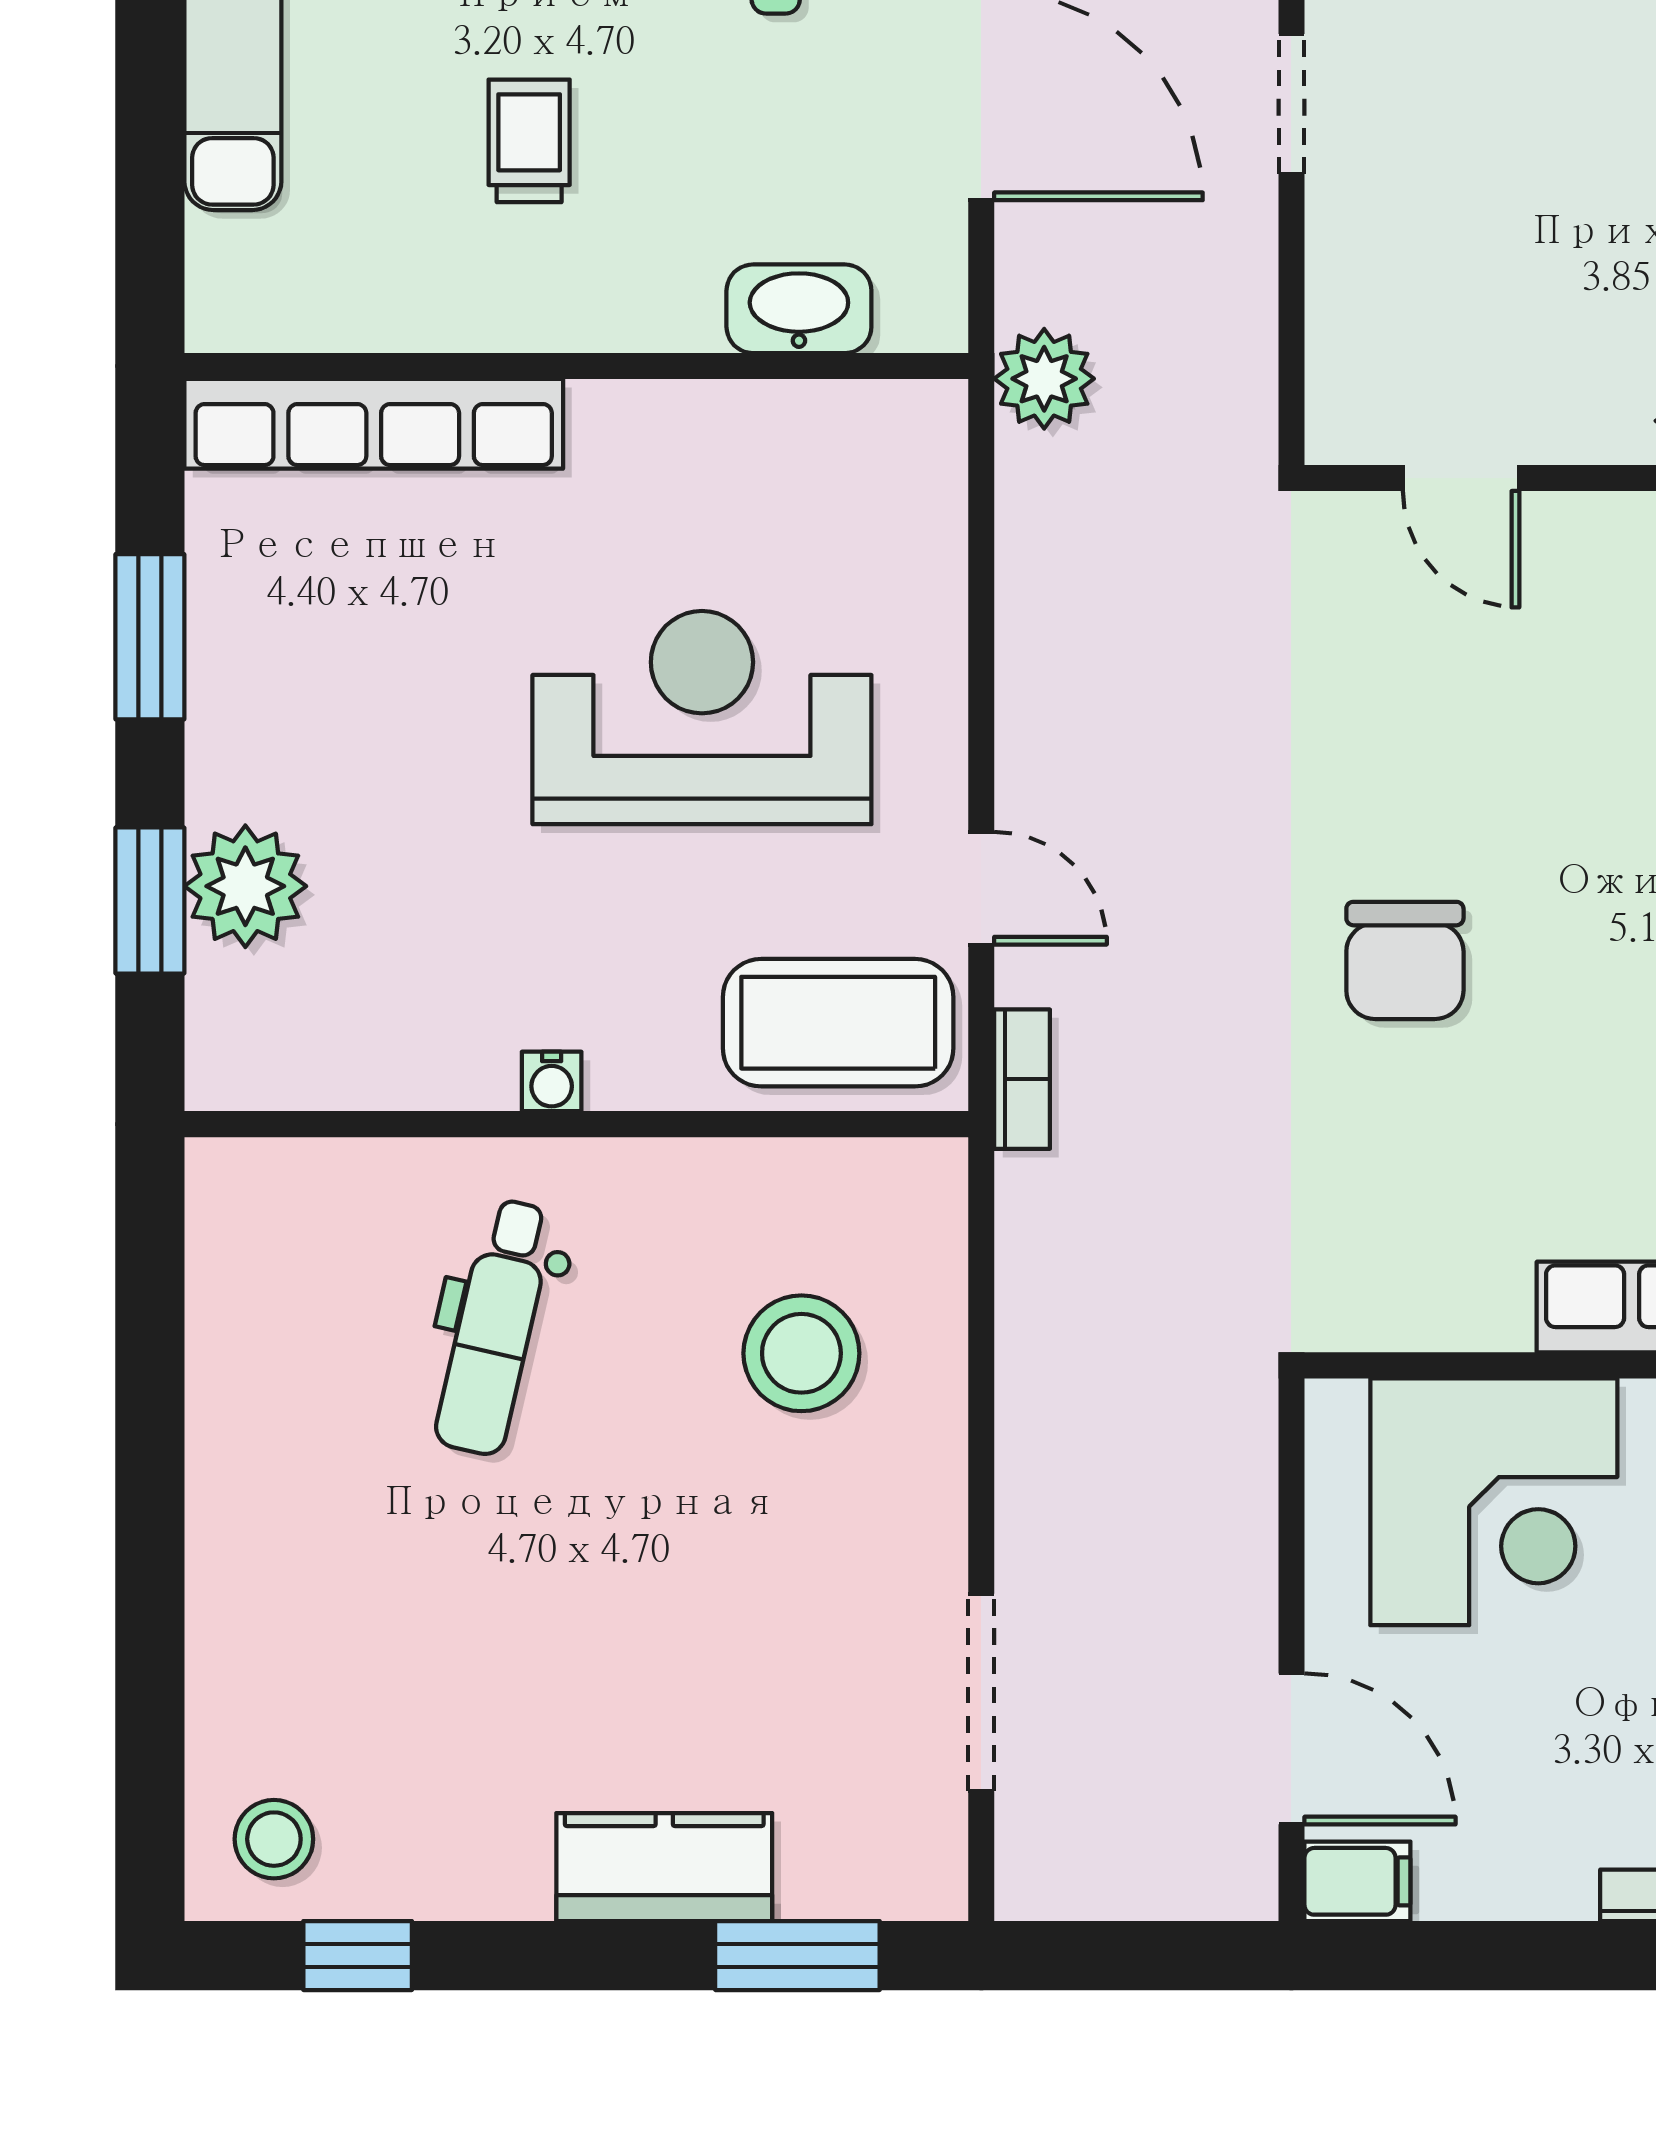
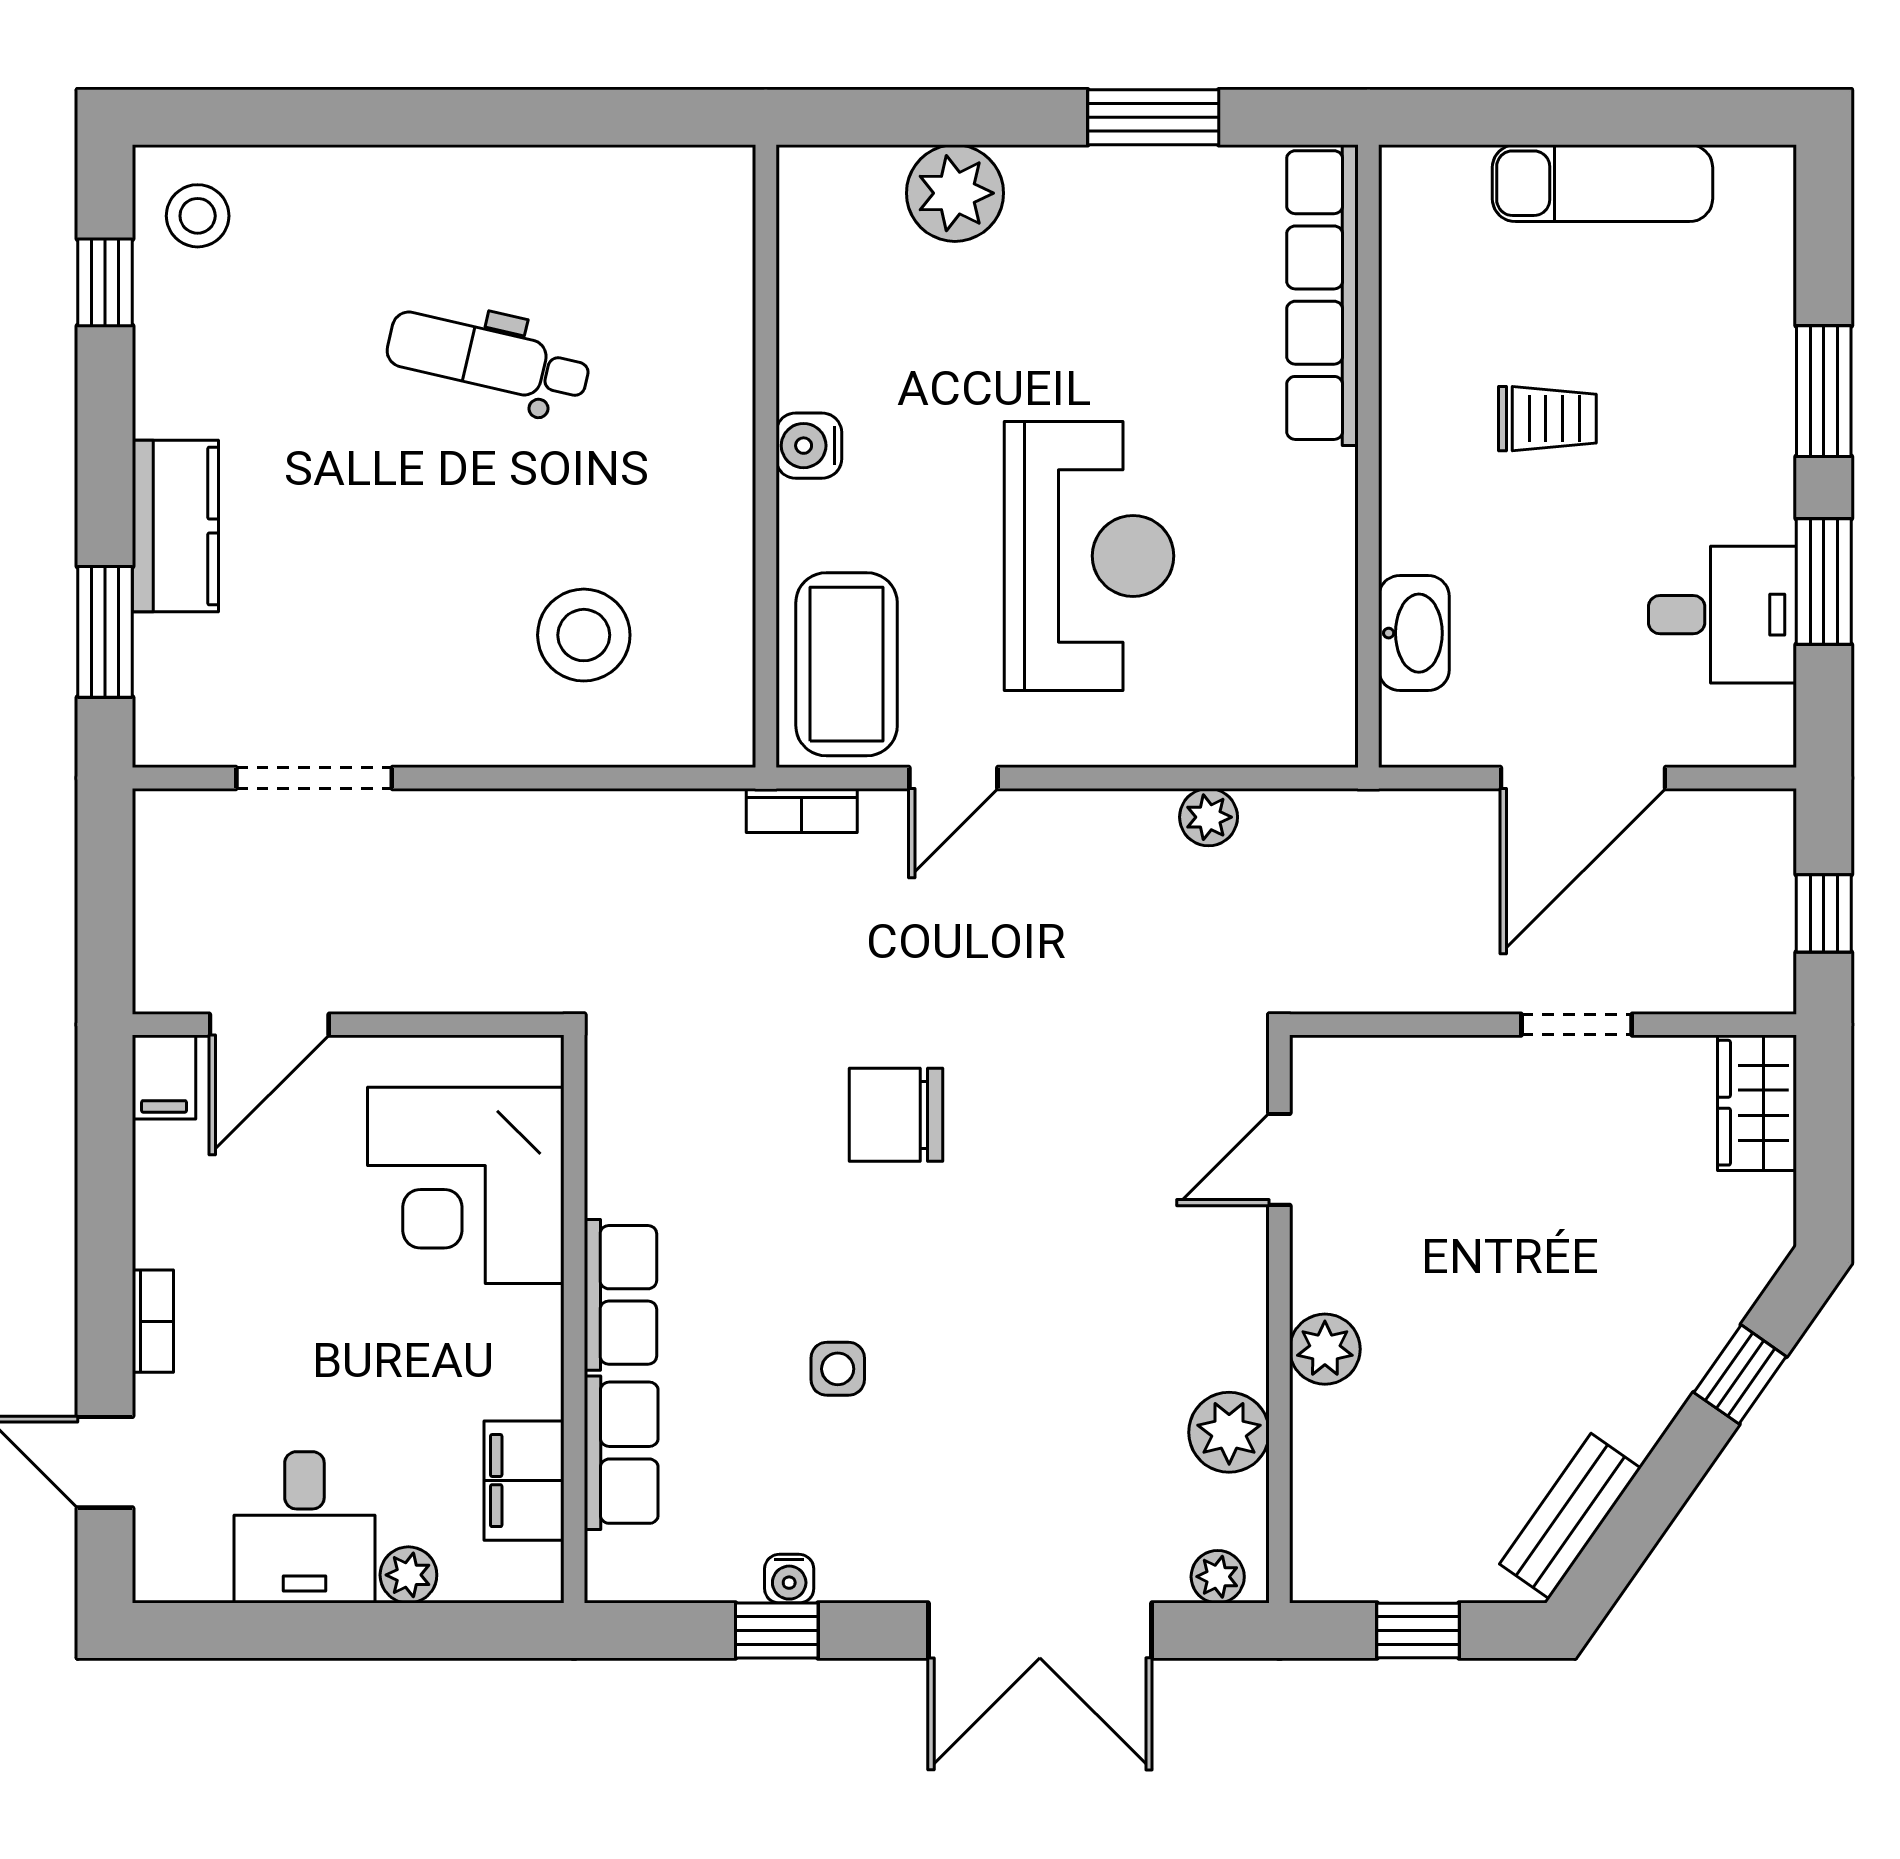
plant: (1044, 379) -> (1209, 817), moved, width x0.73, depth x0.73
window: (150, 900) -> (944, 117), removed
water cooler: (552, 1081) -> (809, 446), width x1.38, depth x1.38
dental chair: (495, 1327) -> (488, 358), moved

